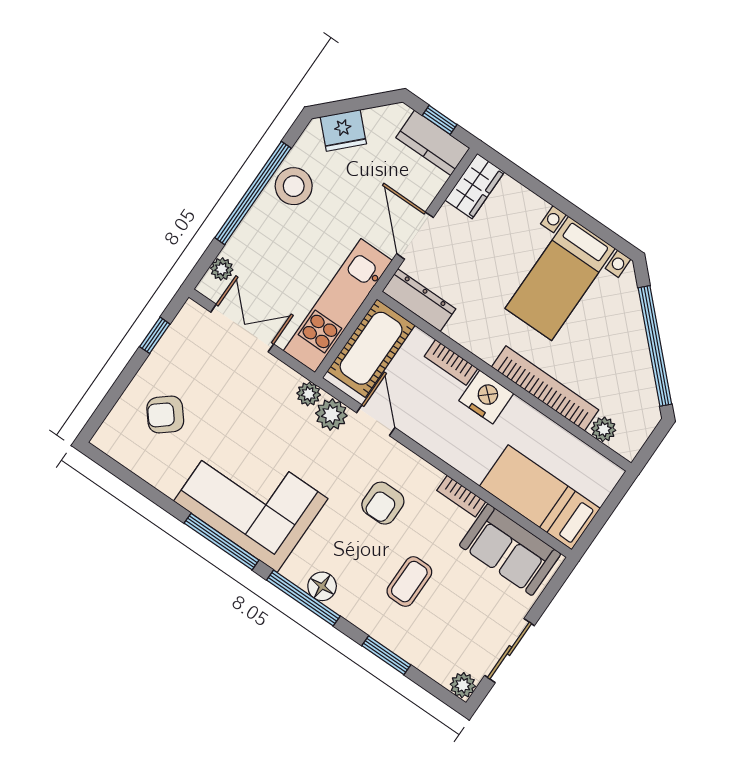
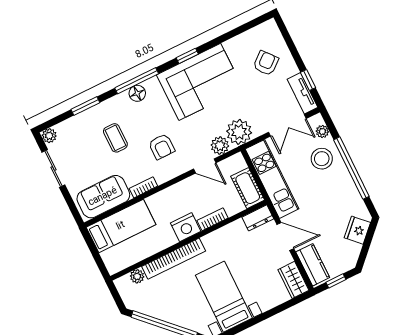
kitchen counter: (433, 143) -> (313, 265), moved, turned 90
stool: (294, 186) -> (322, 159), moved
dresser: (419, 300) -> (258, 218), width x0.70
tv unit: (180, 332) -> (302, 93), added
cot: (371, 348) -> (248, 188), width x0.73, depth x0.75
plant: (309, 394) -> (239, 132), width x1.88, depth x1.88
armchair: (383, 503) -> (162, 147), turned 180
window: (222, 542) -> (187, 56), width x0.46

